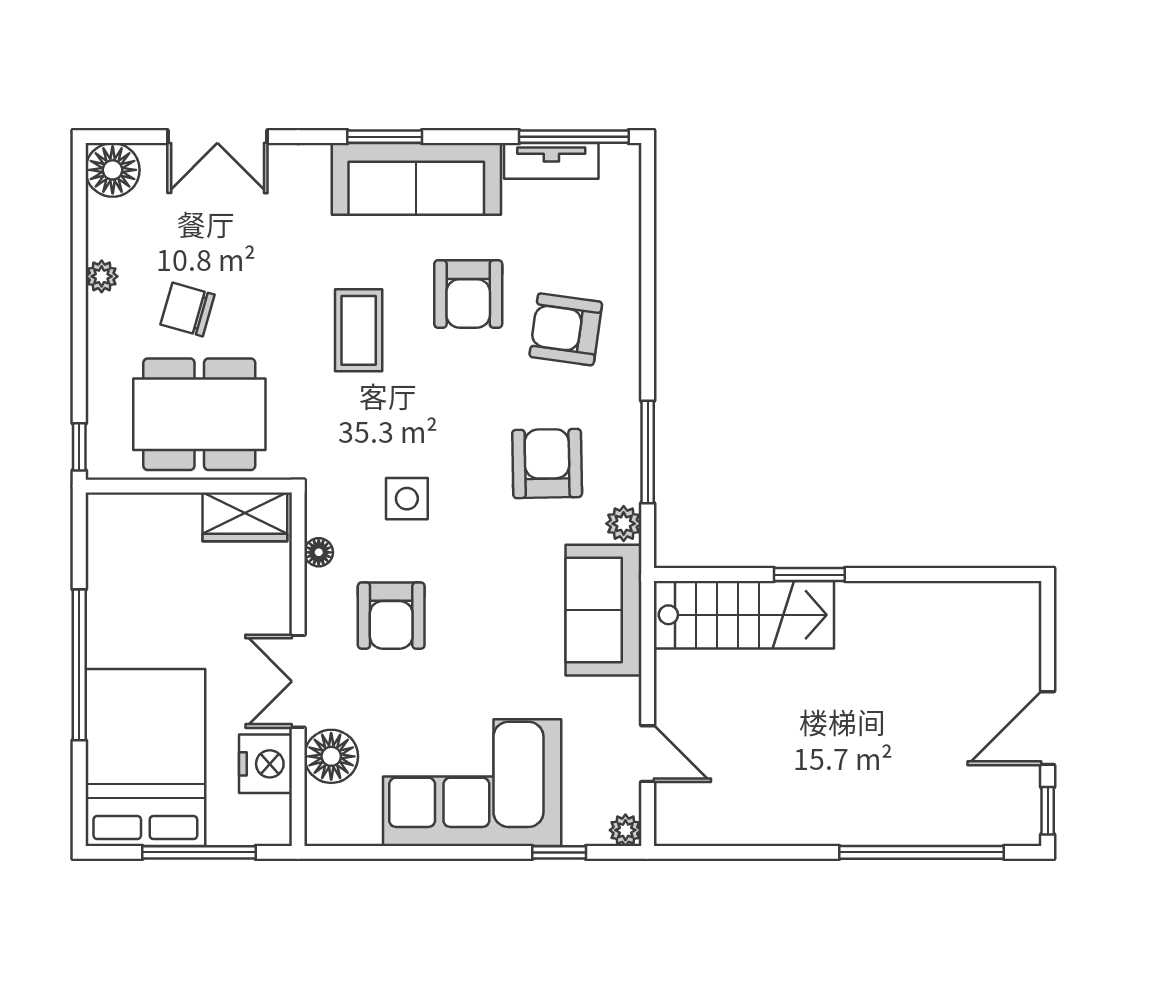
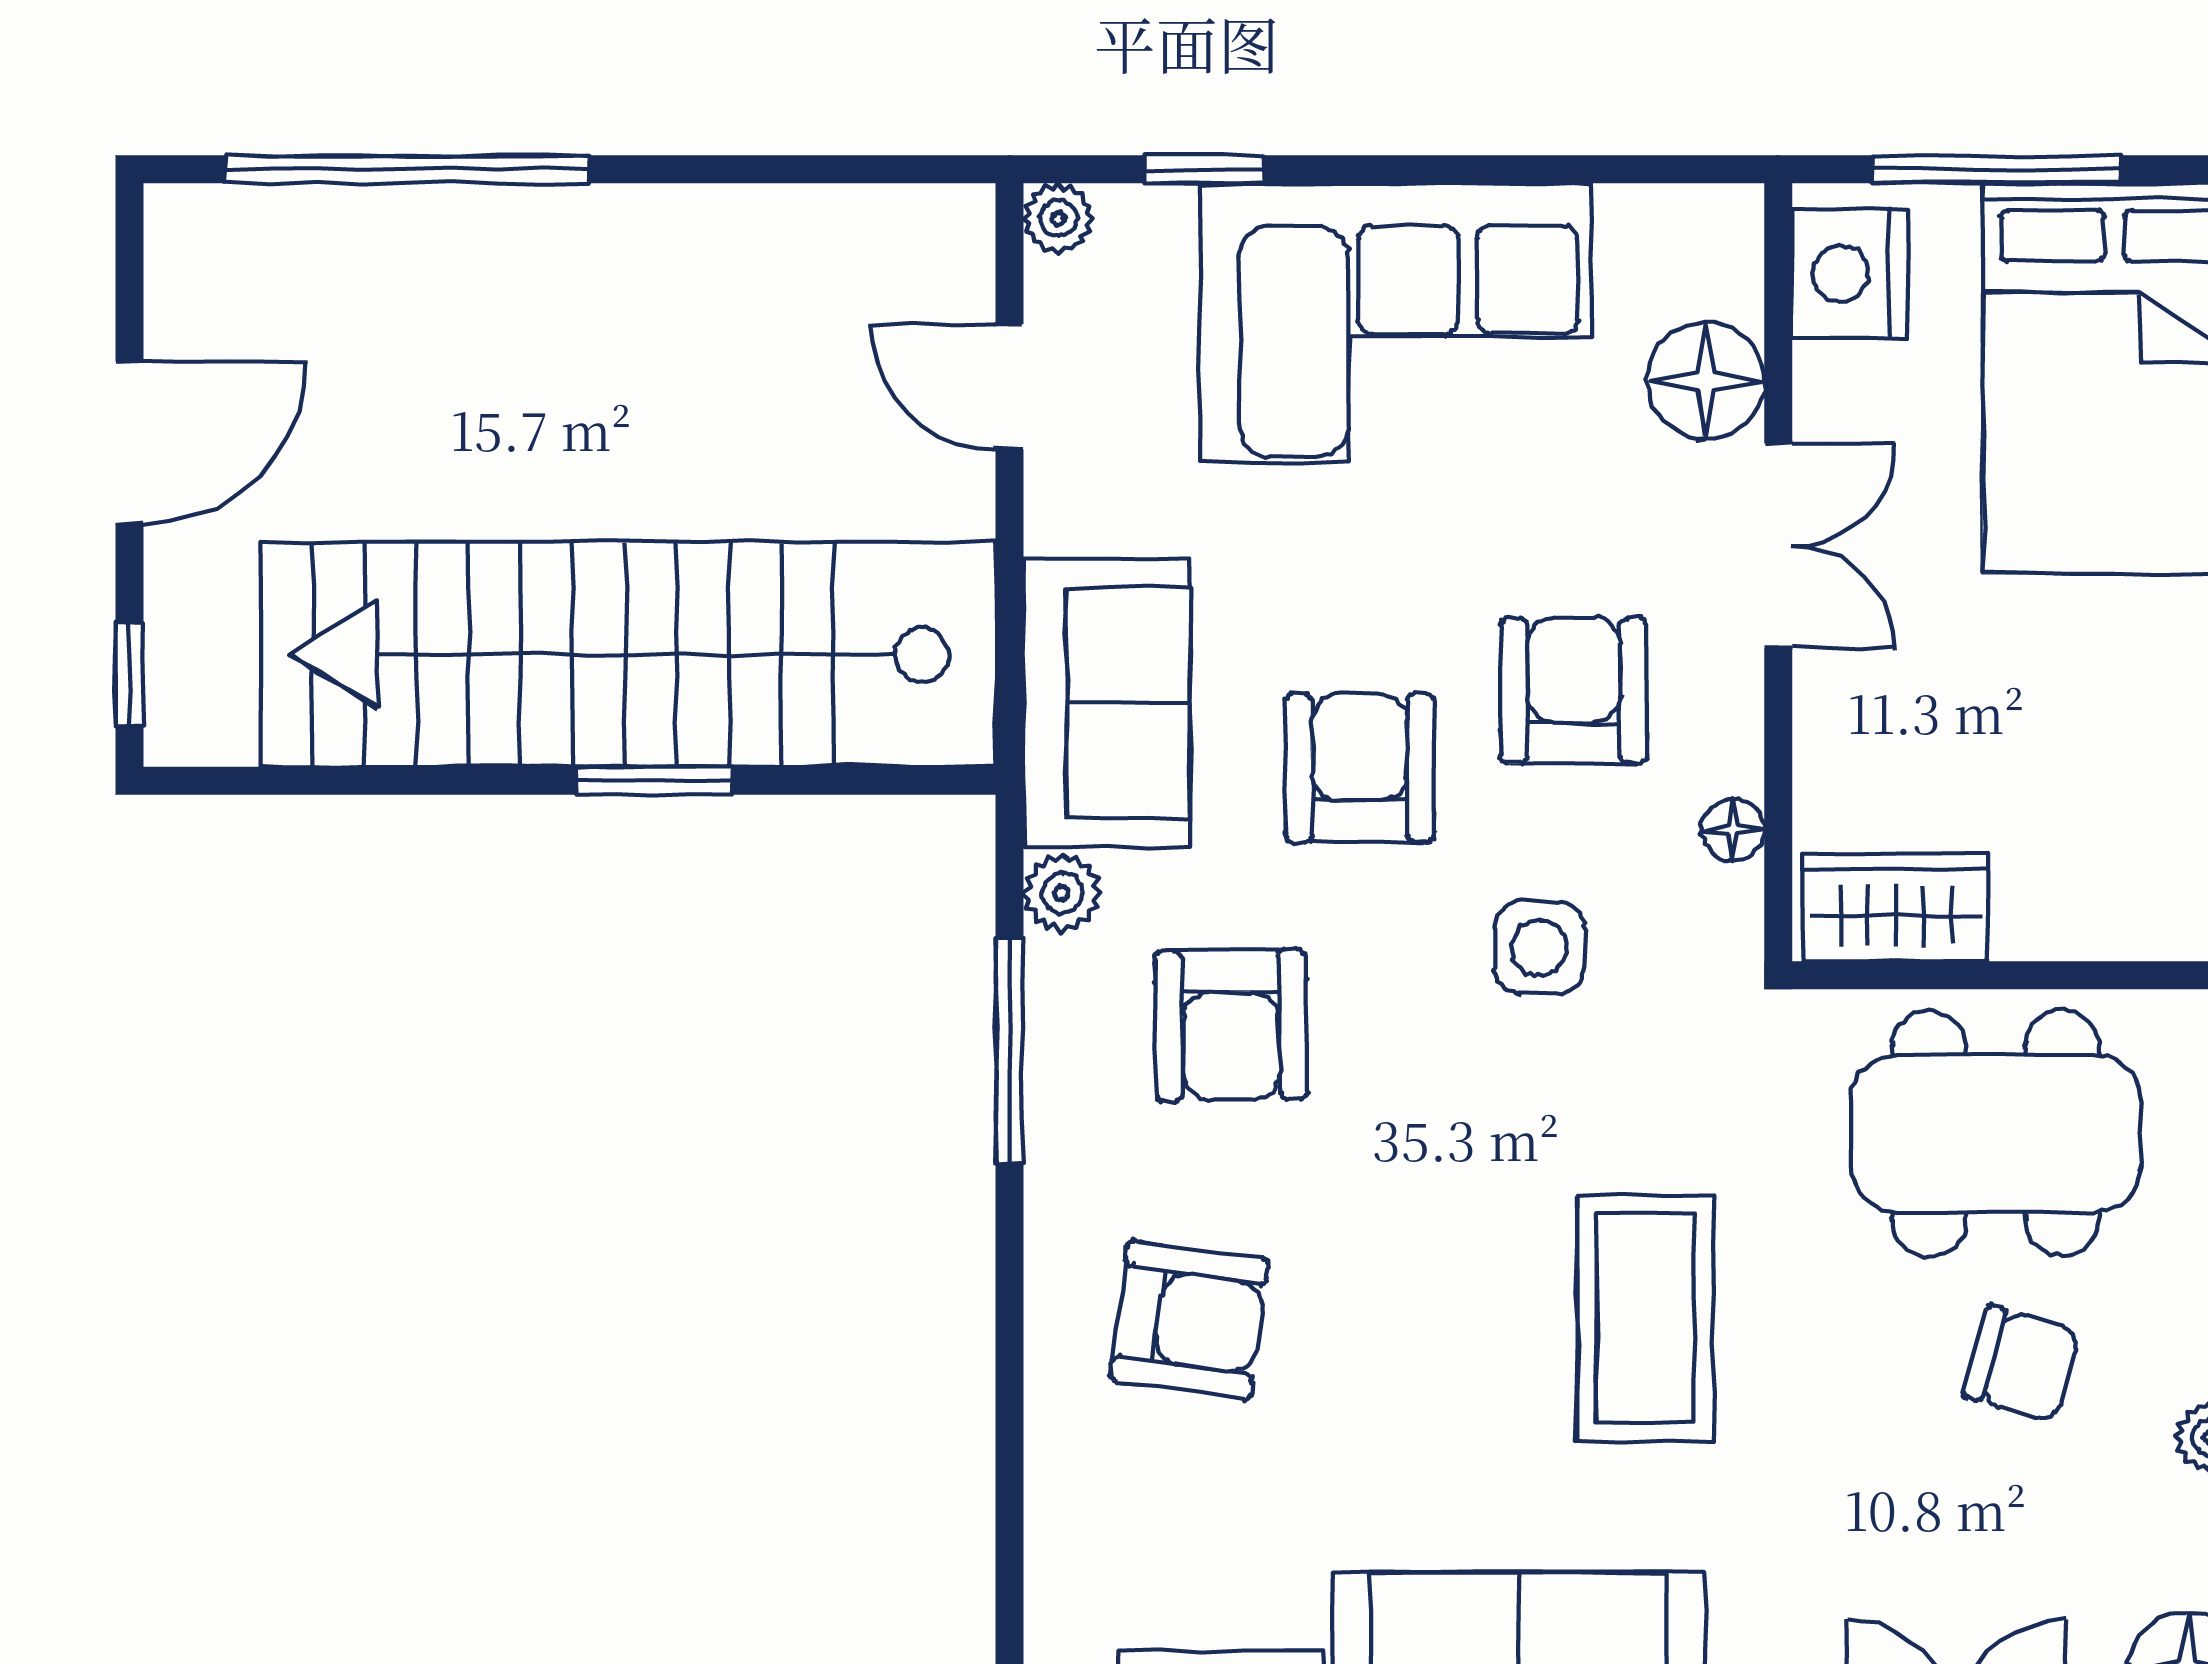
armchair: (468, 294) -> (1360, 768), moved
coffee table: (359, 330) -> (1645, 1318), width x1.36, depth x1.32
stairs: (744, 615) -> (628, 654), width x1.86, depth x1.51
nightstand: (266, 764) -> (1850, 273), moved
window: (1048, 811) -> (129, 674), moved

